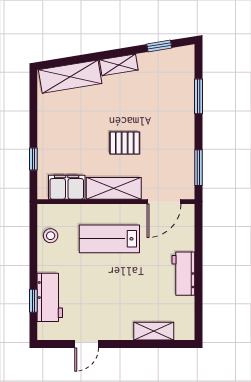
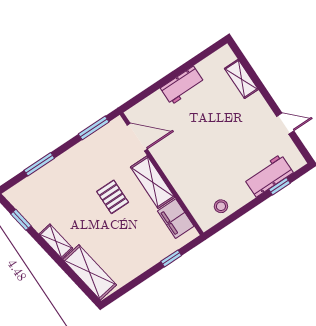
lab bench: (109, 239) -> (193, 160), removed

